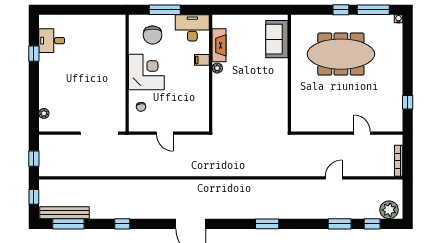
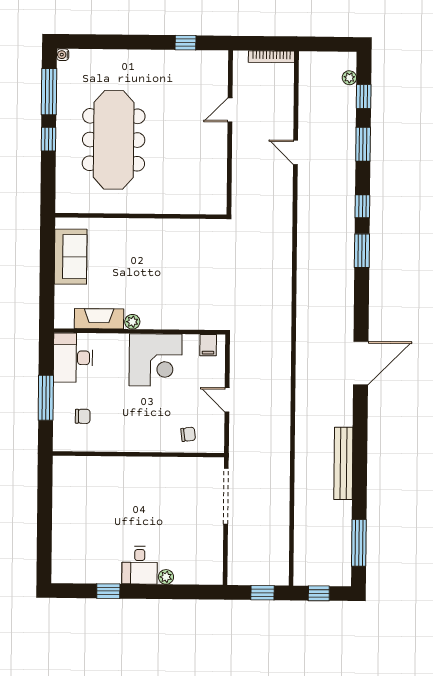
chair: (153, 35) -> (83, 416), width x0.54, depth x0.54
sofa: (277, 39) -> (71, 257), moved, turned -90
desk: (52, 41) -> (140, 565), moved
filing cabinet: (202, 60) -> (208, 345), moved
corner desk: (146, 72) -> (156, 360), moved, turned 180
plant: (44, 113) -> (166, 577), moved
door: (165, 133) -> (227, 400), swing flipped
plant: (389, 210) -> (349, 78), width x0.53, depth x0.53
bench: (64, 213) -> (343, 463), moved
window: (122, 224) -> (362, 206), moved

